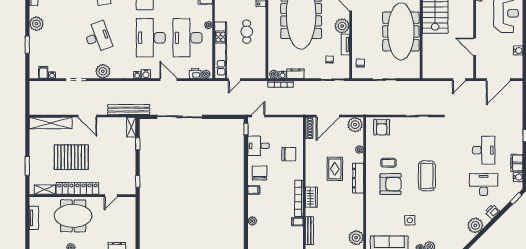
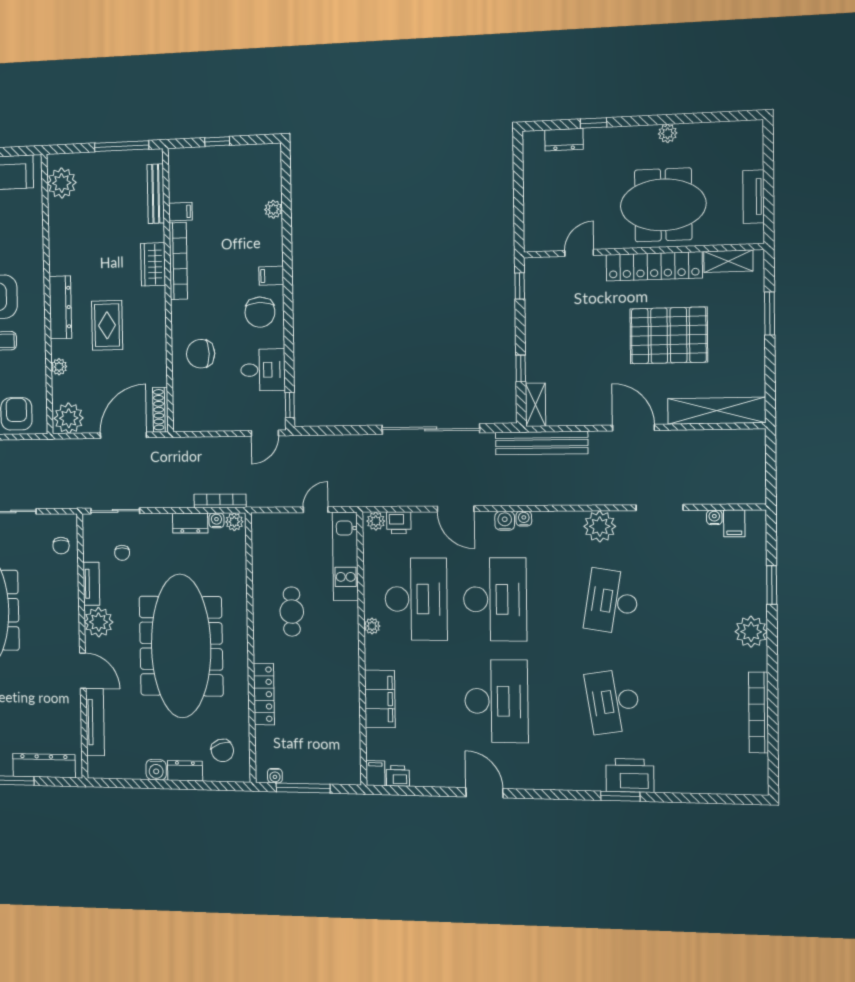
desk: (98, 37) -> (612, 602), turned 30
kitchen unit: (221, 50) -> (345, 556), width x0.73

